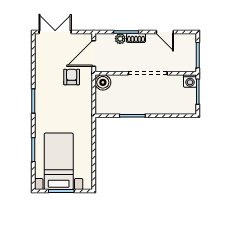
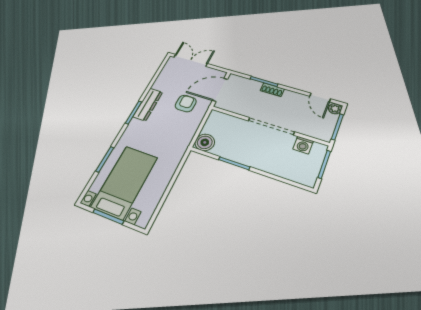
door: (165, 32) -> (320, 98), moved
plant: (120, 39) -> (335, 109), moved
washing machine: (190, 81) -> (303, 145), moved
boiler: (103, 82) -> (205, 142), moved
dresser: (41, 89) -> (148, 104), added

